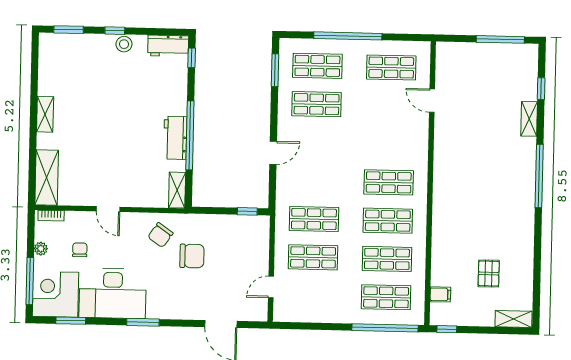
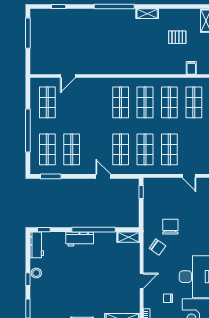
shelving: (529, 119) -> (147, 14), moved
workbench: (175, 138) -> (80, 239), moved
shop shelf: (315, 181) -> (121, 149), added

